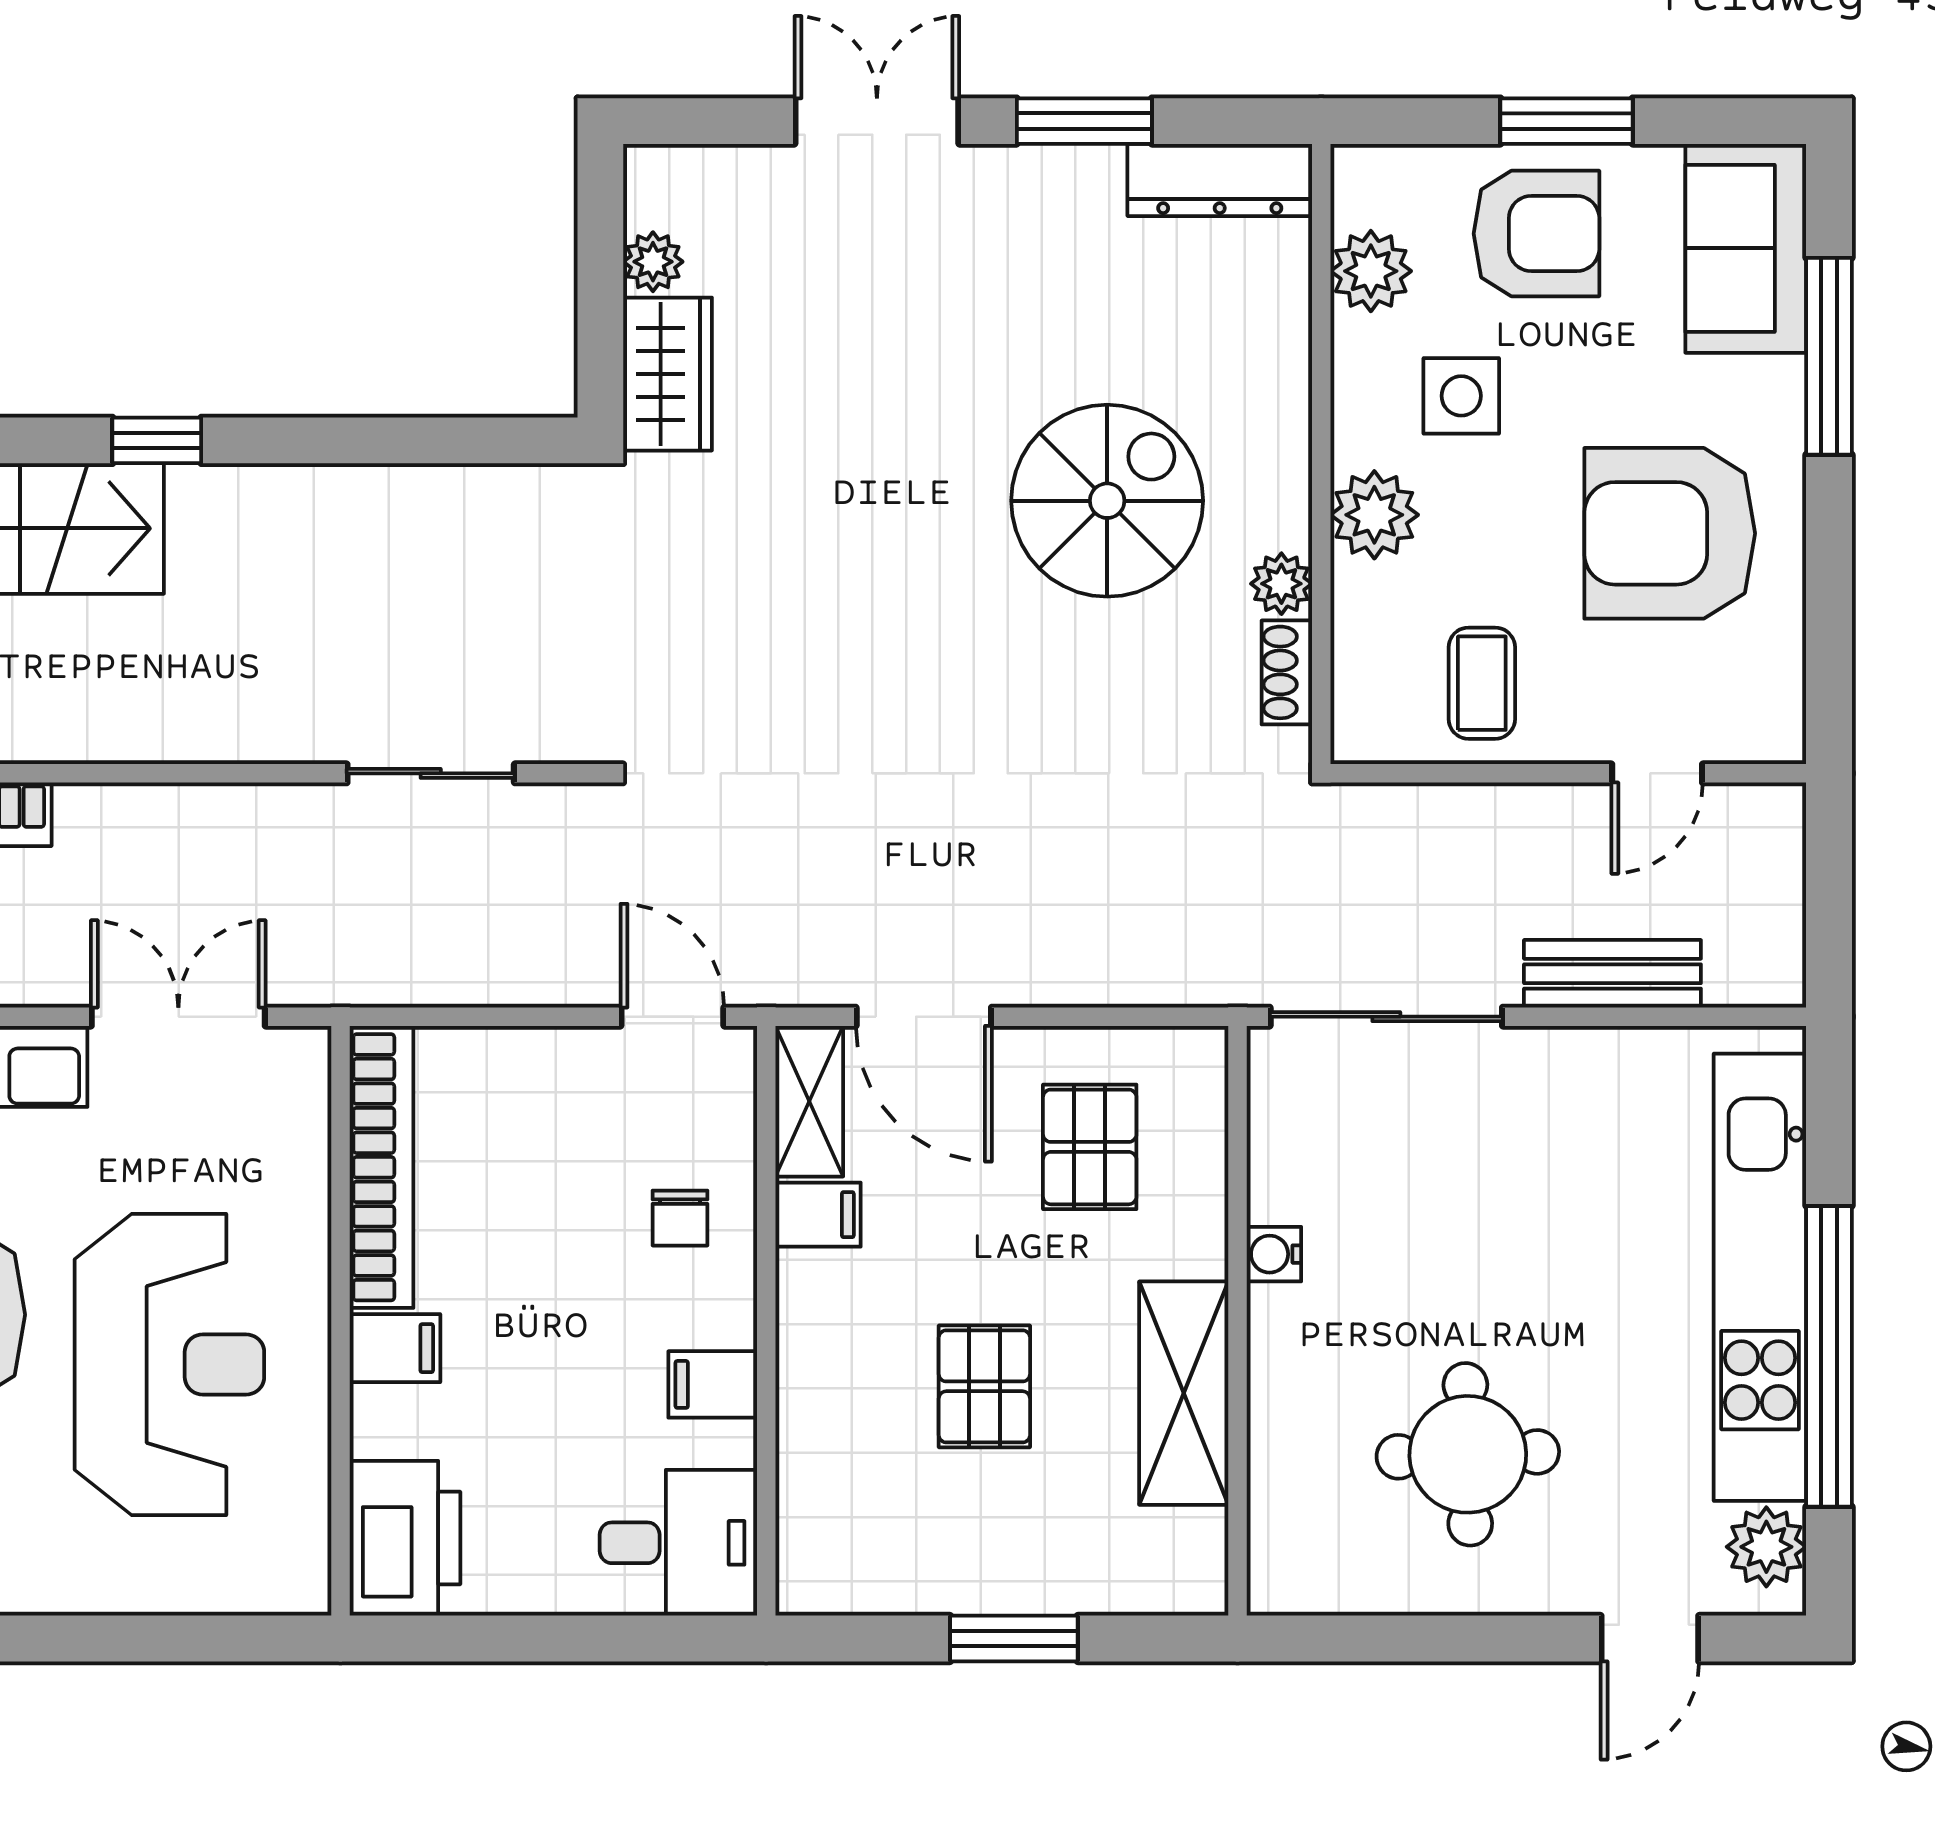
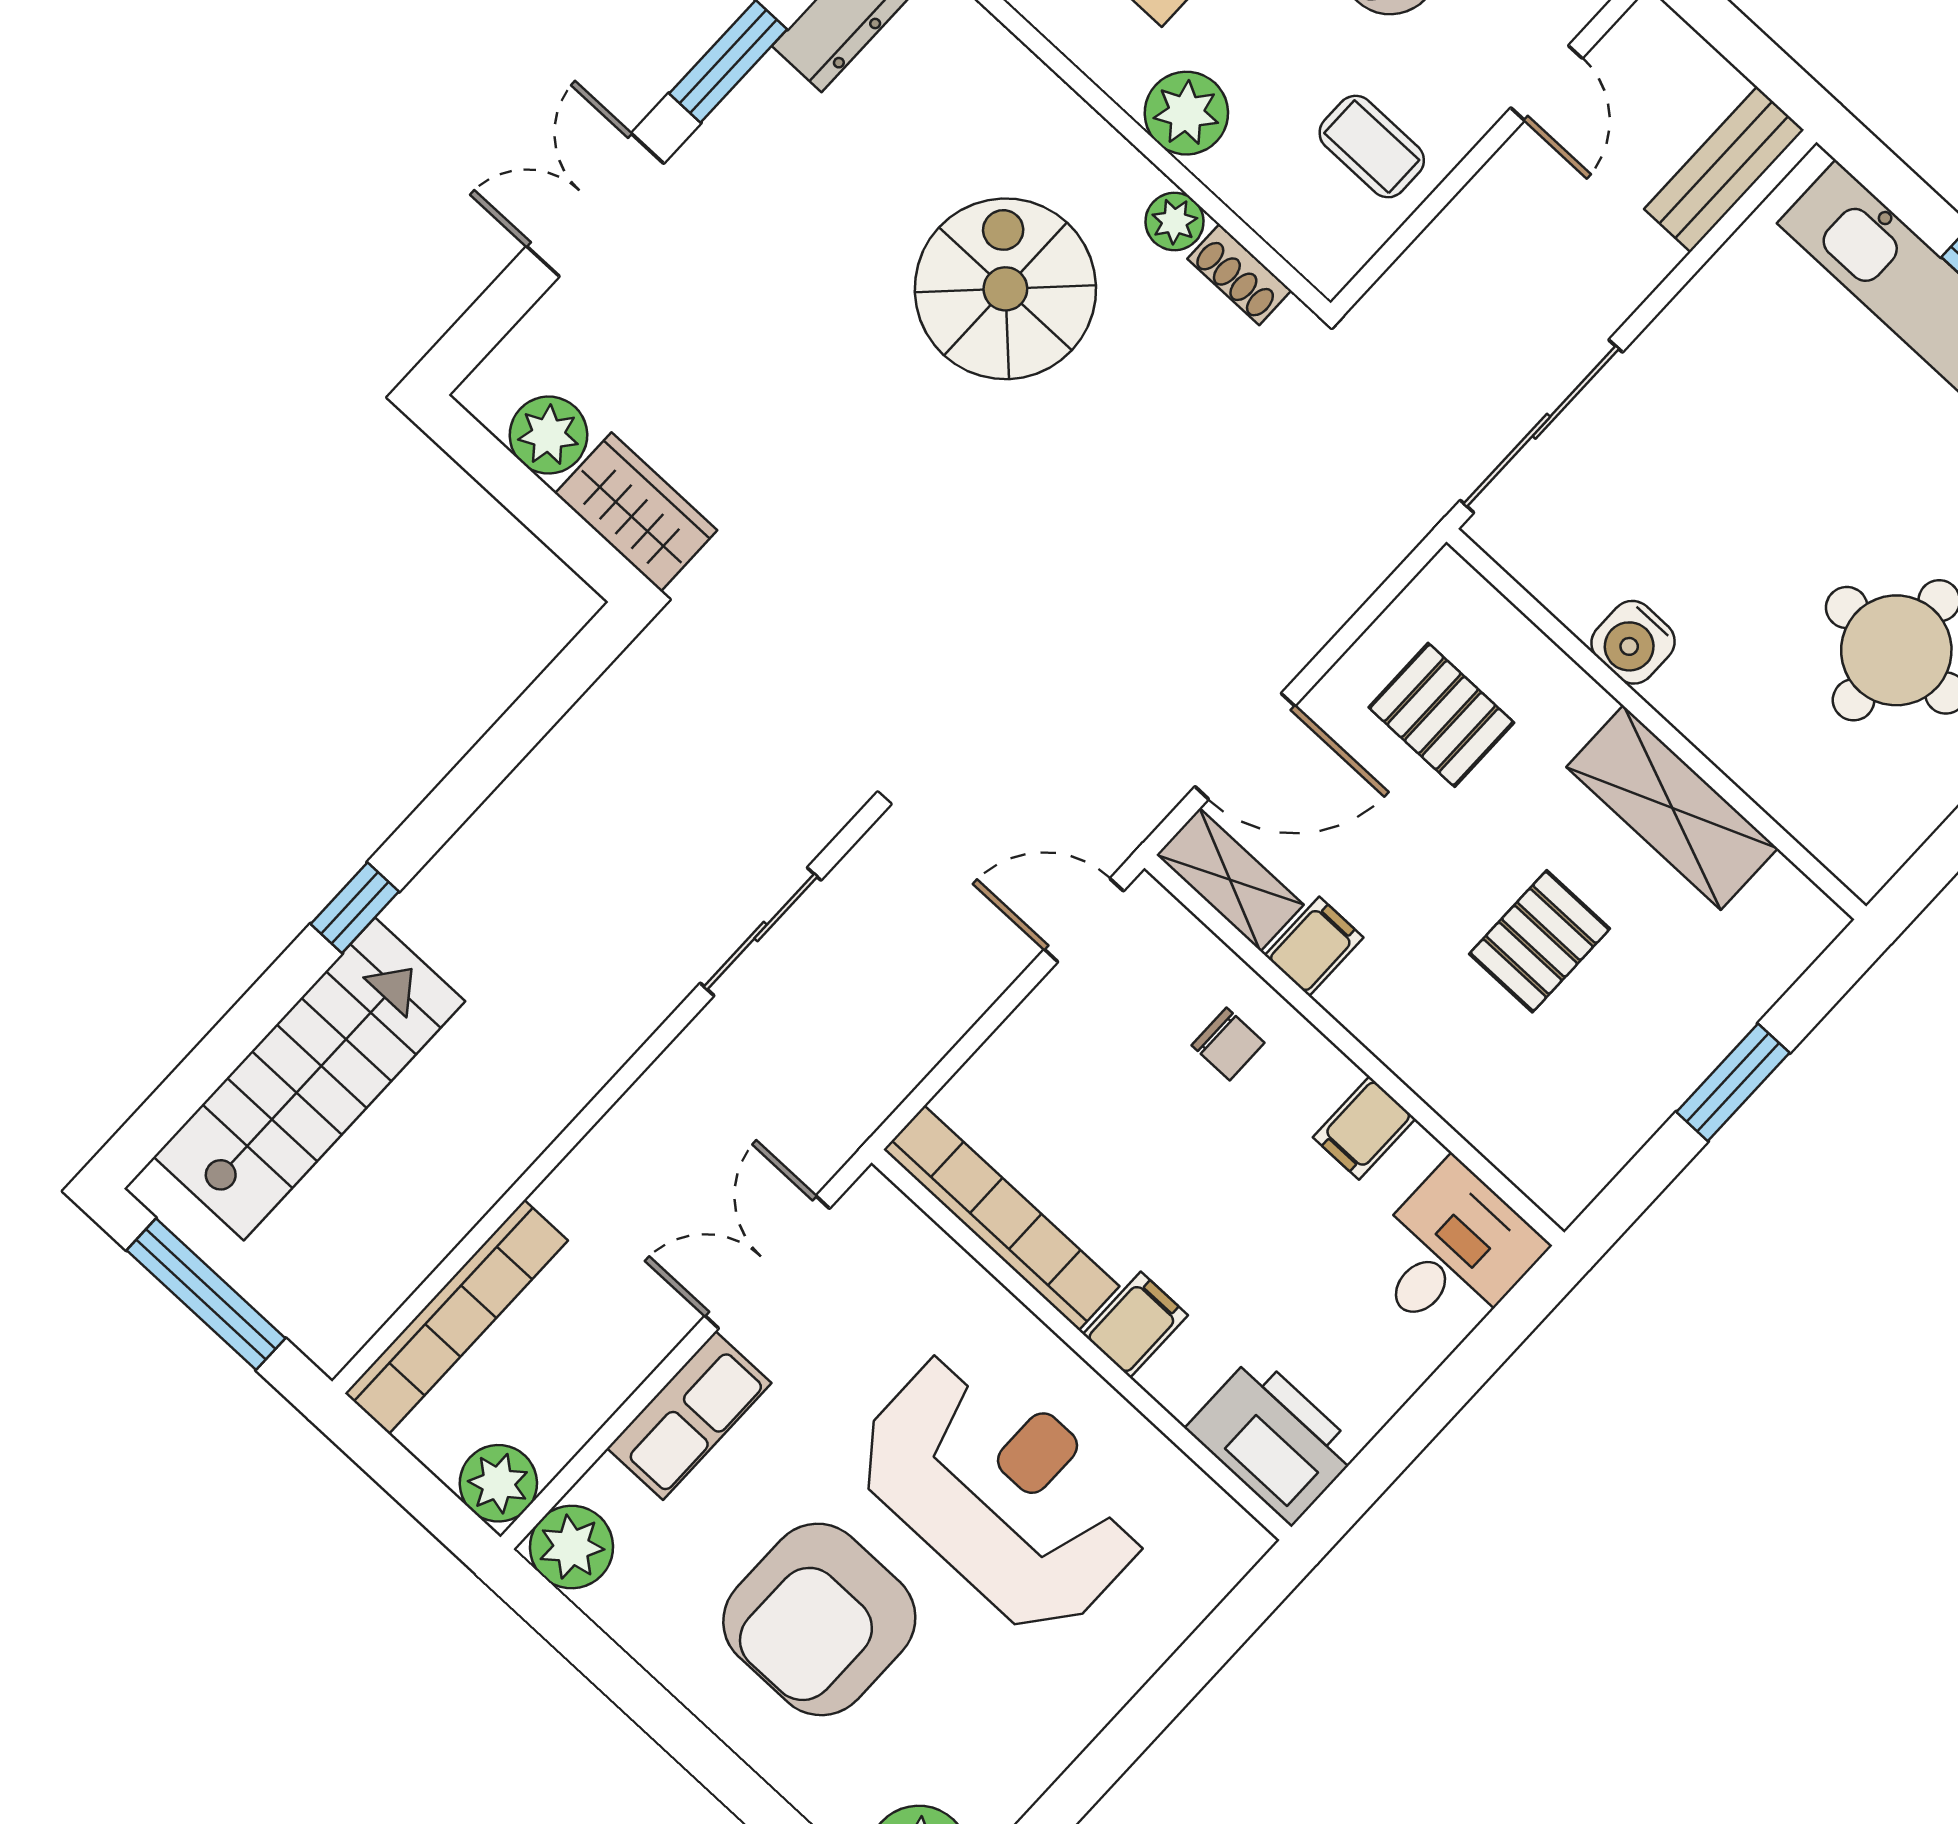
plant: (653, 262) -> (548, 435), width x1.38, depth x1.38
bench: (1612, 974) -> (1724, 169), moved
water cooler: (1274, 1254) -> (1633, 642), width x1.38, depth x1.38
pallet: (984, 1386) -> (1540, 941), turned 90

